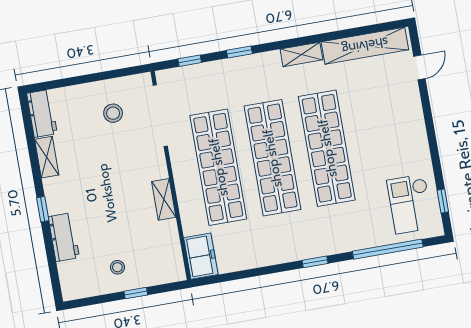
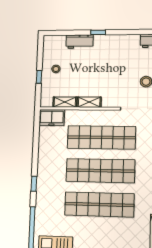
shelving: (47, 157) -> (65, 102), moved

